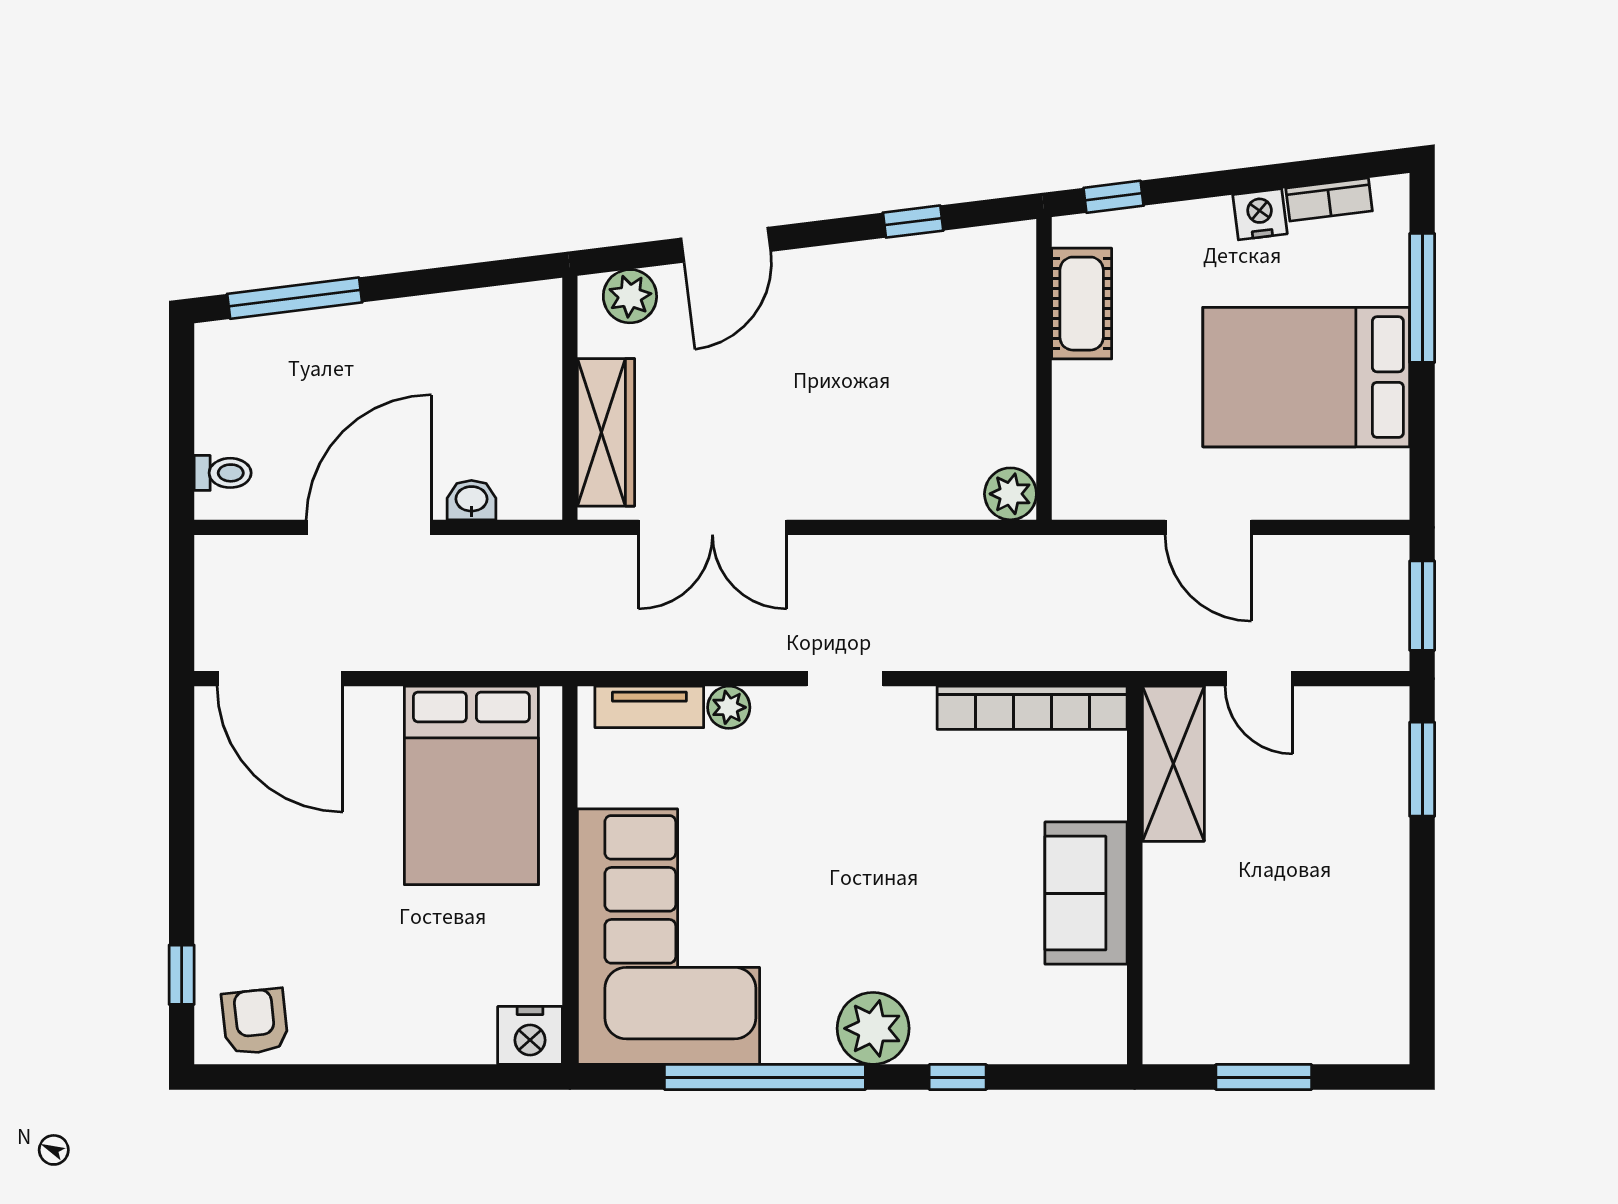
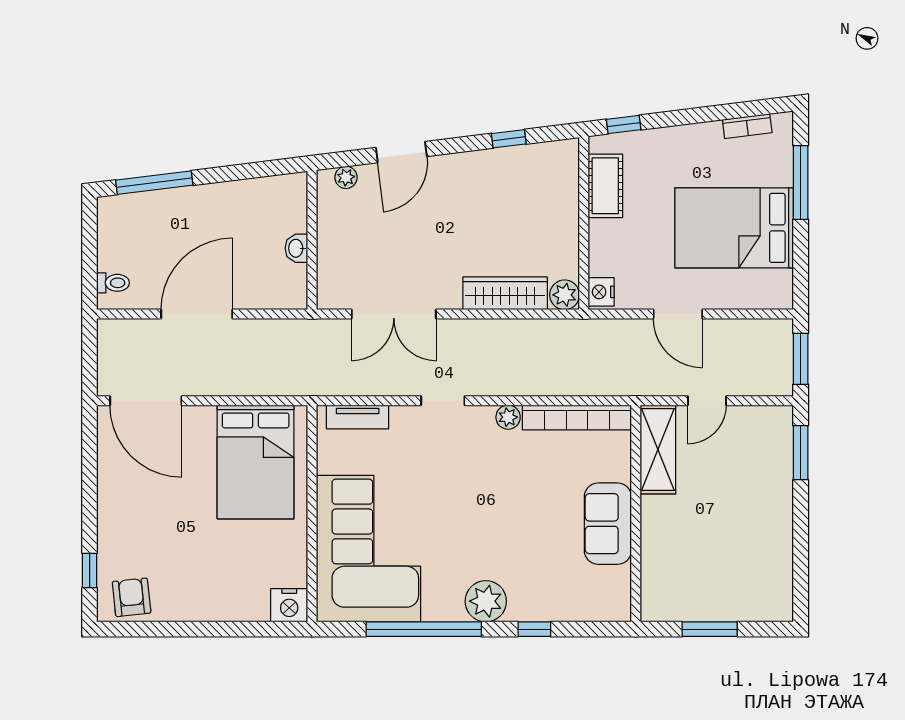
nightstand: (1260, 214) -> (601, 292), moved, turned -83
plant: (630, 296) -> (346, 177), width x0.73, depth x0.73
wardrobe: (606, 432) -> (505, 293), moved, turned -90
washbasin: (471, 500) -> (296, 248), moved, turned -90
doorway: (845, 679) -> (443, 401), moved
door: (1259, 679) -> (707, 401), hinge flipped
plant: (729, 707) -> (508, 417), moved

